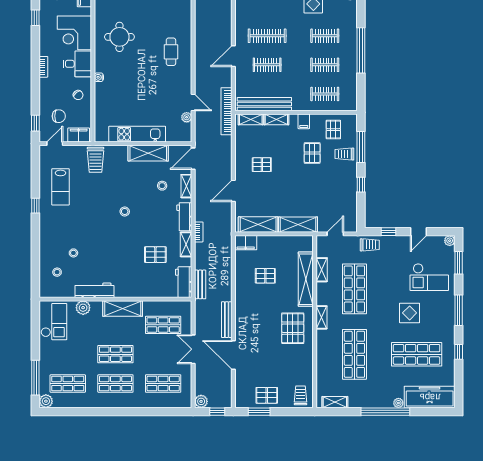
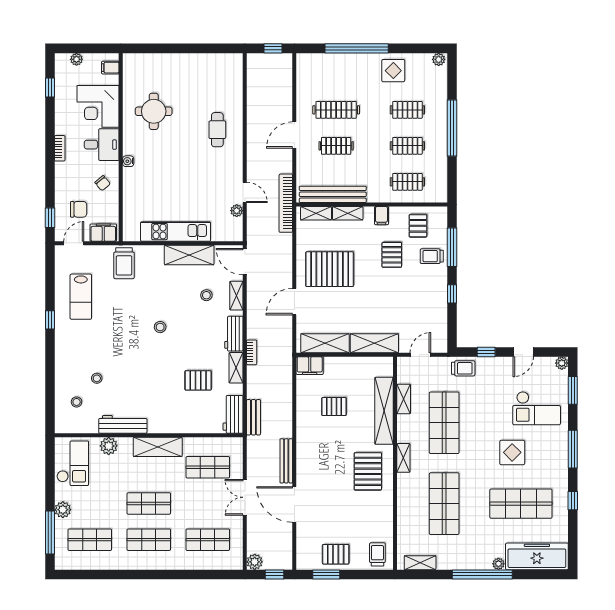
door: (193, 159) -> (245, 262), hinge flipped
pallet: (262, 165) -> (330, 269), width x2.05, depth x2.00
plant: (46, 401) -> (63, 510), moved

